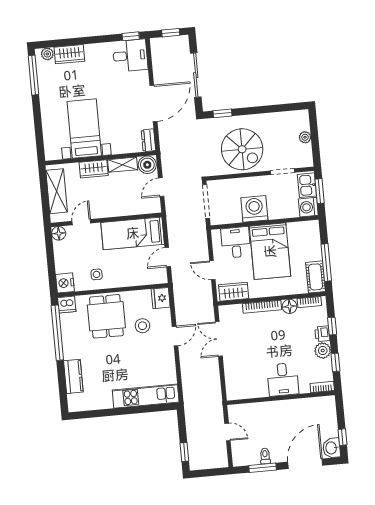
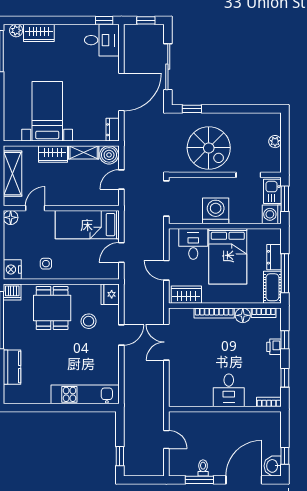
dresser: (314, 248) -> (274, 257), added
plant: (323, 351) -> (273, 364), removed

